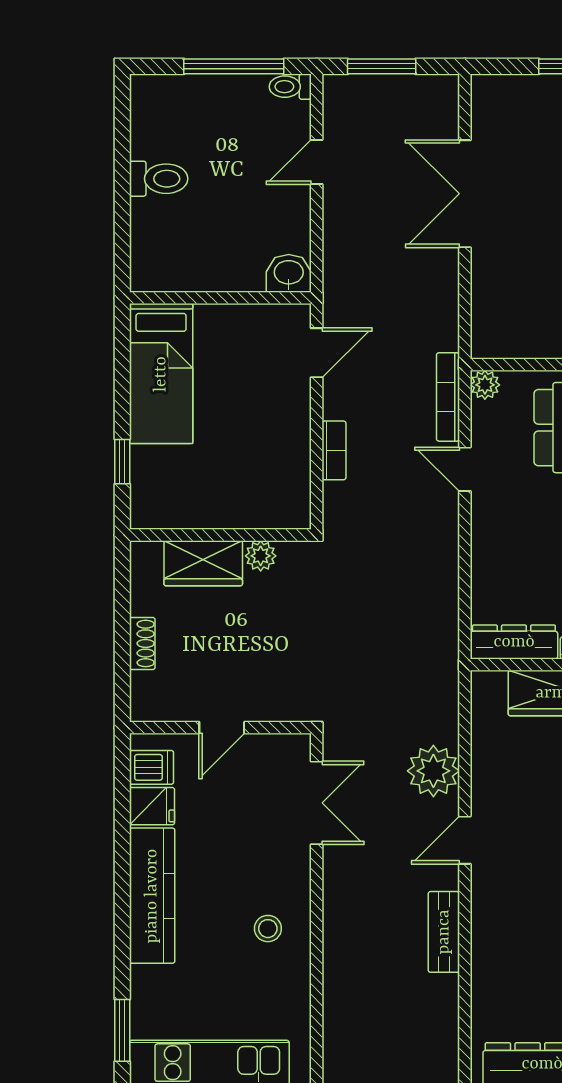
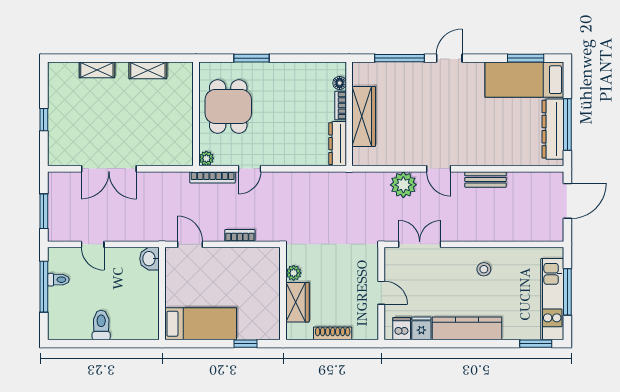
toilet: (290, 87) -> (58, 280), moved, turned -90
shoe rack: (142, 643) -> (333, 333), width x1.43

